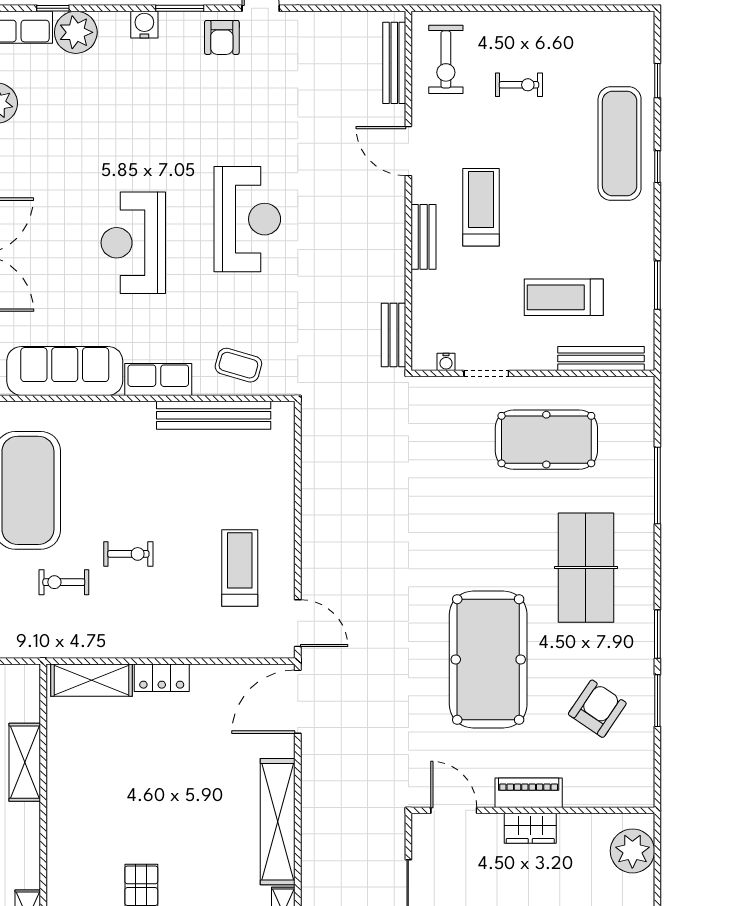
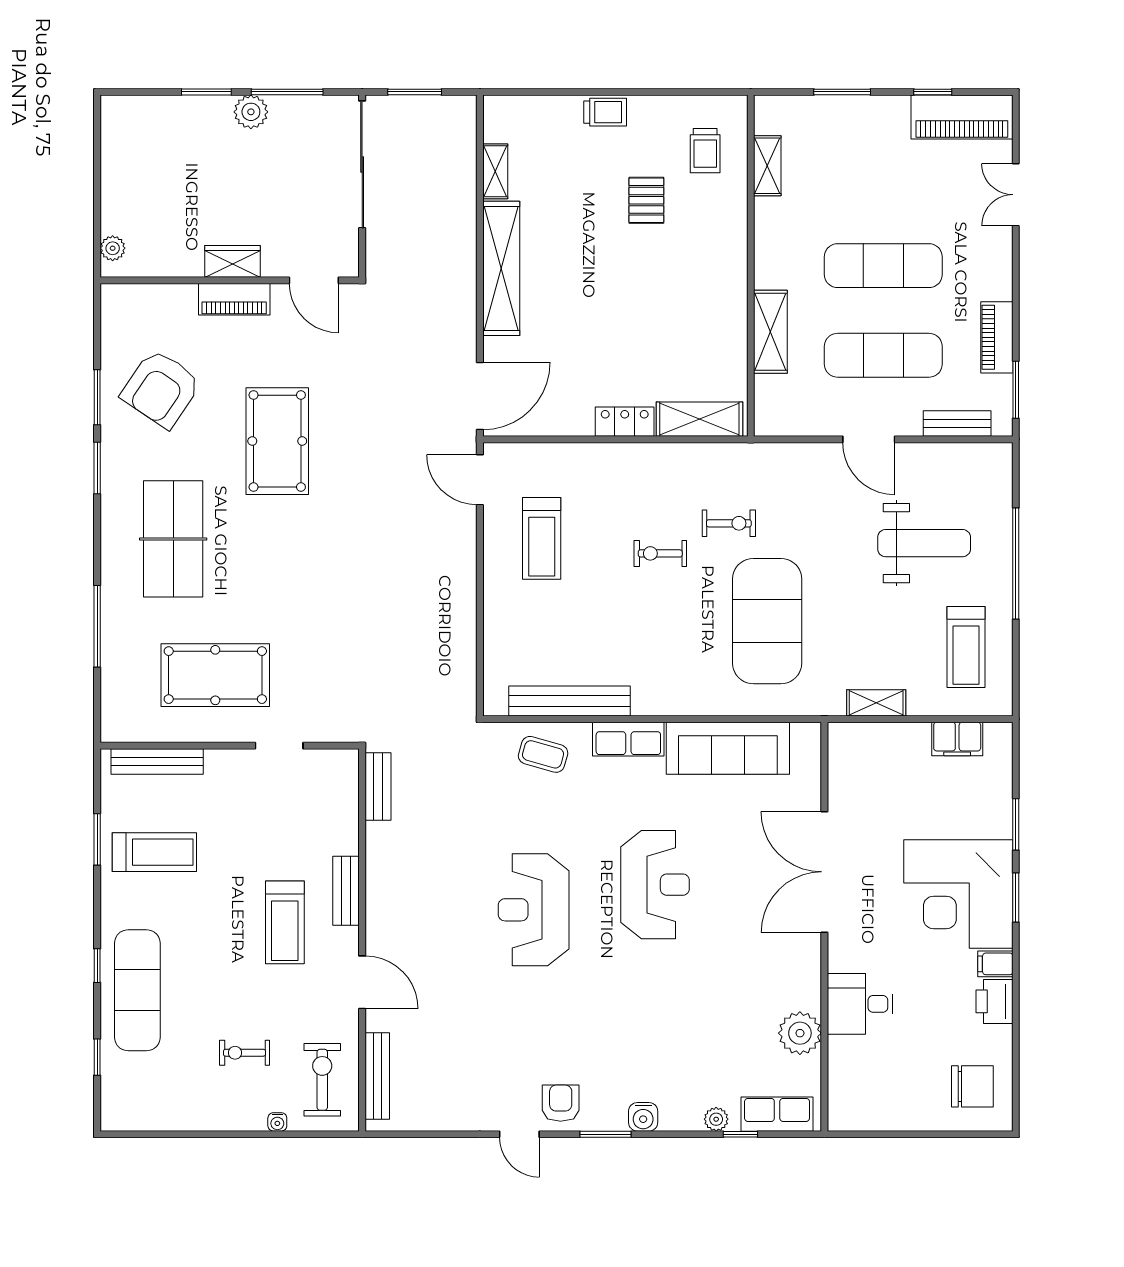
plant: (76, 32) -> (716, 1119), width x0.53, depth x0.53
treadmill: (564, 297) -> (154, 852), moved
water cooler: (446, 362) -> (277, 1122), moved, turned 180
pool table: (488, 659) -> (277, 441), width x0.73, depth x0.76
armchair: (597, 709) -> (161, 389), width x1.36, depth x1.36
plant: (632, 851) -> (113, 248), width x0.53, depth x0.53

